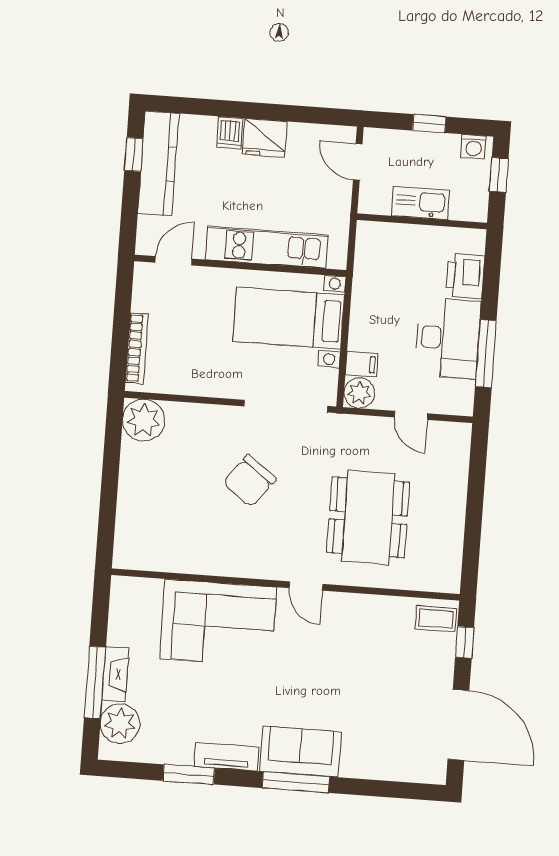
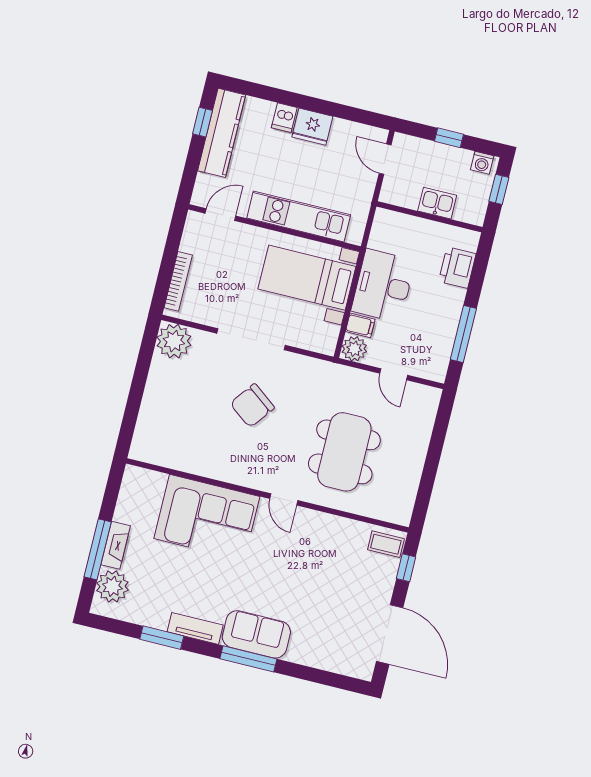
kitchen sink: (421, 203) -> (437, 203), width x0.73
desk: (448, 338) -> (383, 286), moved, turned 180
doorway: (286, 406) -> (251, 339), moved

